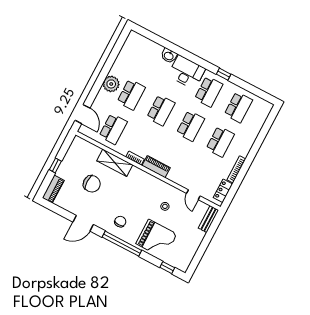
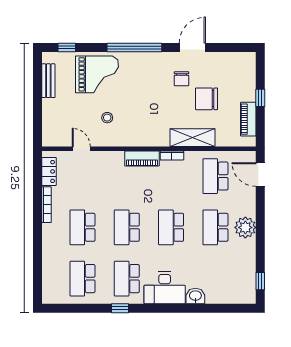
window: (120, 43) -> (260, 281), added
piano: (53, 189) -> (248, 119), moved
bench: (209, 219) -> (48, 81), moved
chair: (120, 222) -> (182, 79), moved
grand piano: (156, 239) -> (97, 74), turned 180

